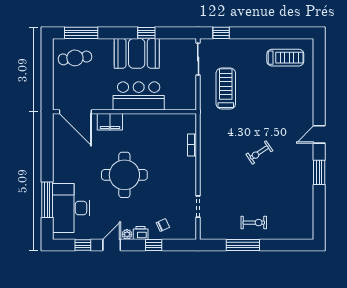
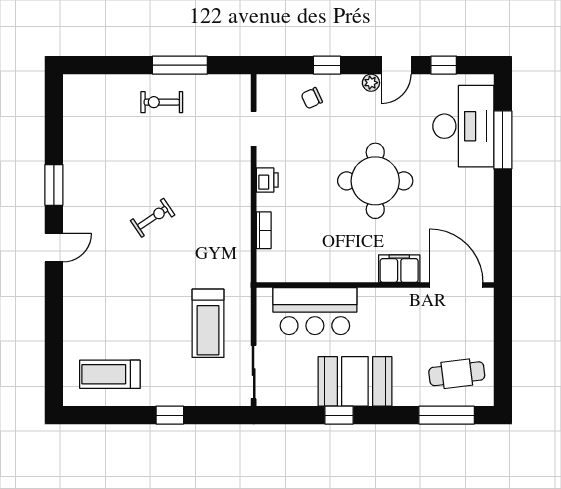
window: (221, 33) -> (170, 415), moved
bar counter: (139, 96) -> (315, 311), moved
printer: (141, 233) -> (267, 180), moved, turned -90

